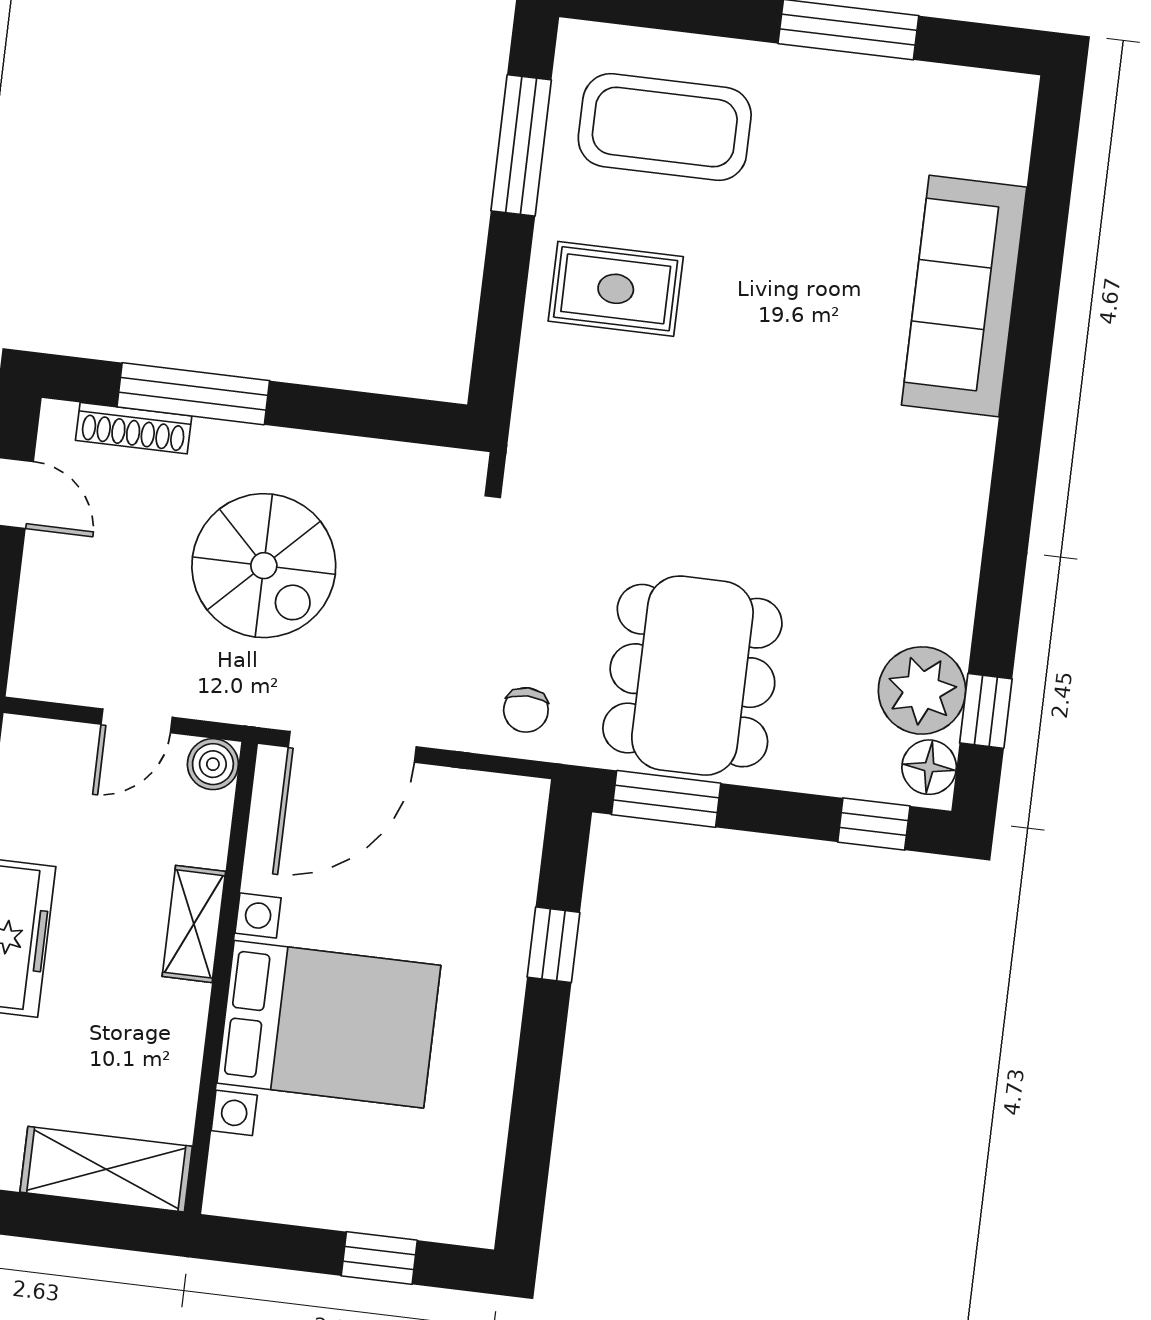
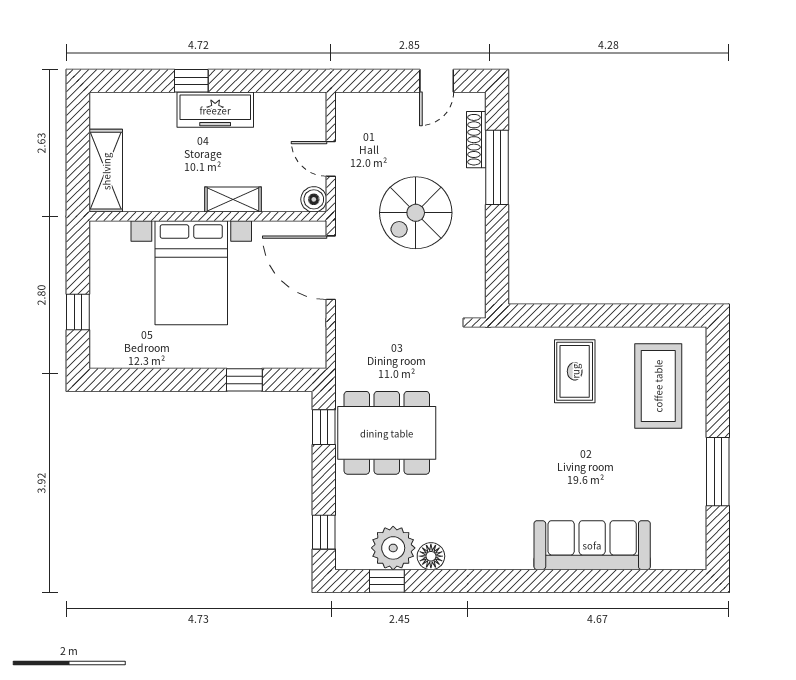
window: (521, 145) -> (640, 316), removed
chair: (526, 710) -> (360, 352), removed
floor lamp: (929, 767) -> (431, 556), moved
window: (666, 799) -> (324, 427), width x0.67

